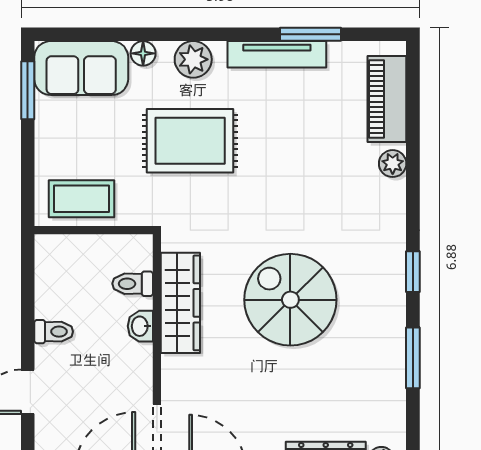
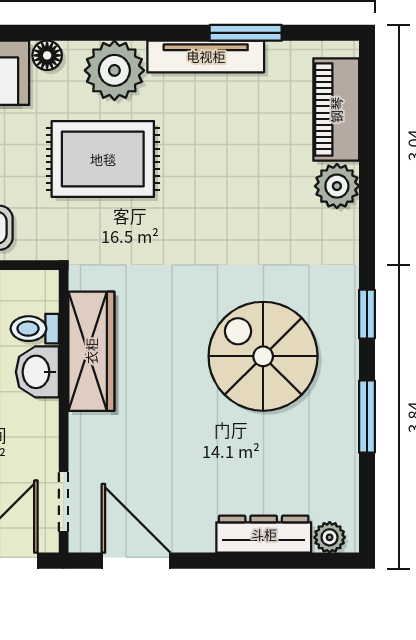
plant: (193, 59) -> (114, 70), width x1.36, depth x1.36
plant: (393, 164) -> (337, 186), width x1.38, depth x1.38
spiral stairs: (290, 300) -> (263, 356), moved
washbasin: (140, 326) -> (37, 372), width x1.38, depth x1.45

